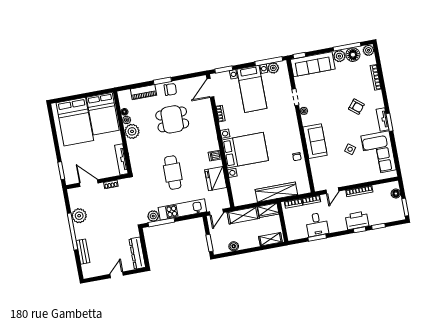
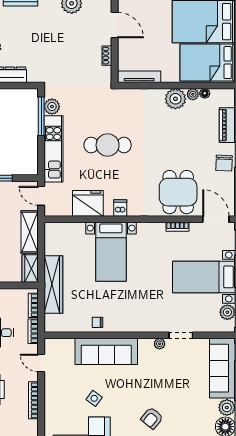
dining table: (172, 119) -> (178, 192), moved
sofa: (315, 141) -> (106, 351), width x1.36
bed with nightstands: (245, 150) -> (111, 252), width x0.73
door: (89, 183) -> (115, 25), hinge flipped

